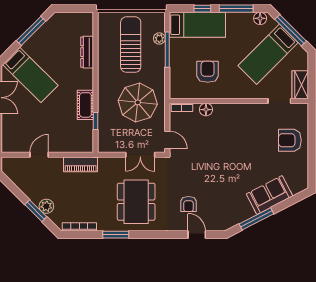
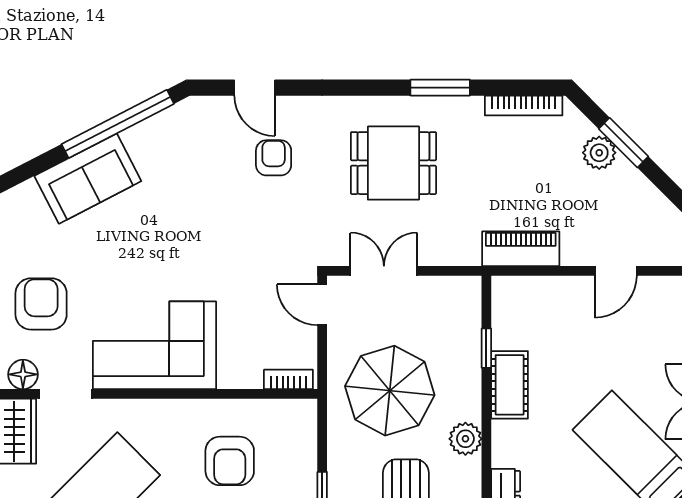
plant: (105, 81) -> (465, 439), added
floor lamp: (206, 110) -> (23, 374), moved
corner sofa: (240, 122) -> (155, 345), added
armchair: (290, 140) -> (41, 304), turned -90
dining table: (136, 202) -> (393, 163), width x0.73
window: (256, 219) -> (118, 124), width x1.46

